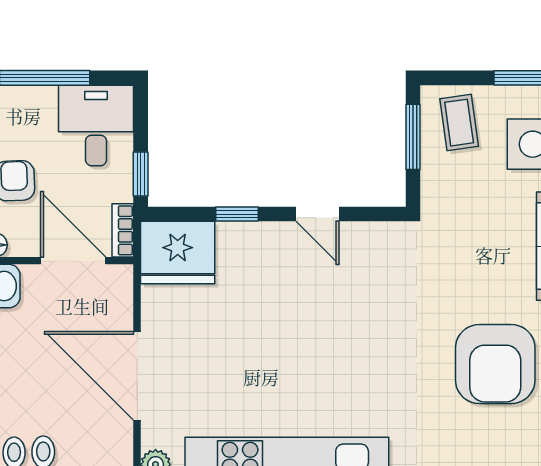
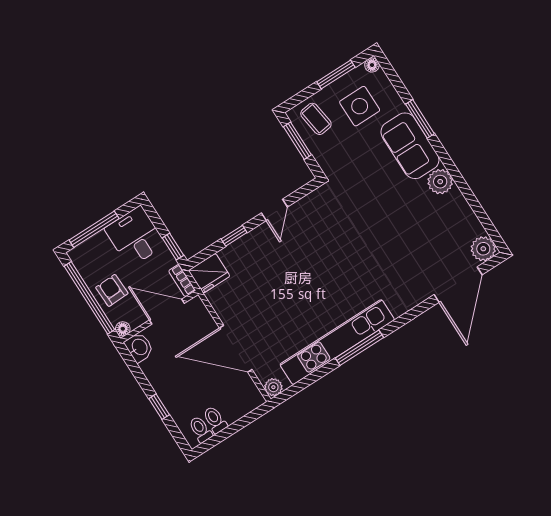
door: (318, 214) -> (274, 210), hinge flipped
fridge: (178, 253) -> (209, 273), width x0.73, depth x0.75
armchair: (495, 364) -> (411, 228), removed

